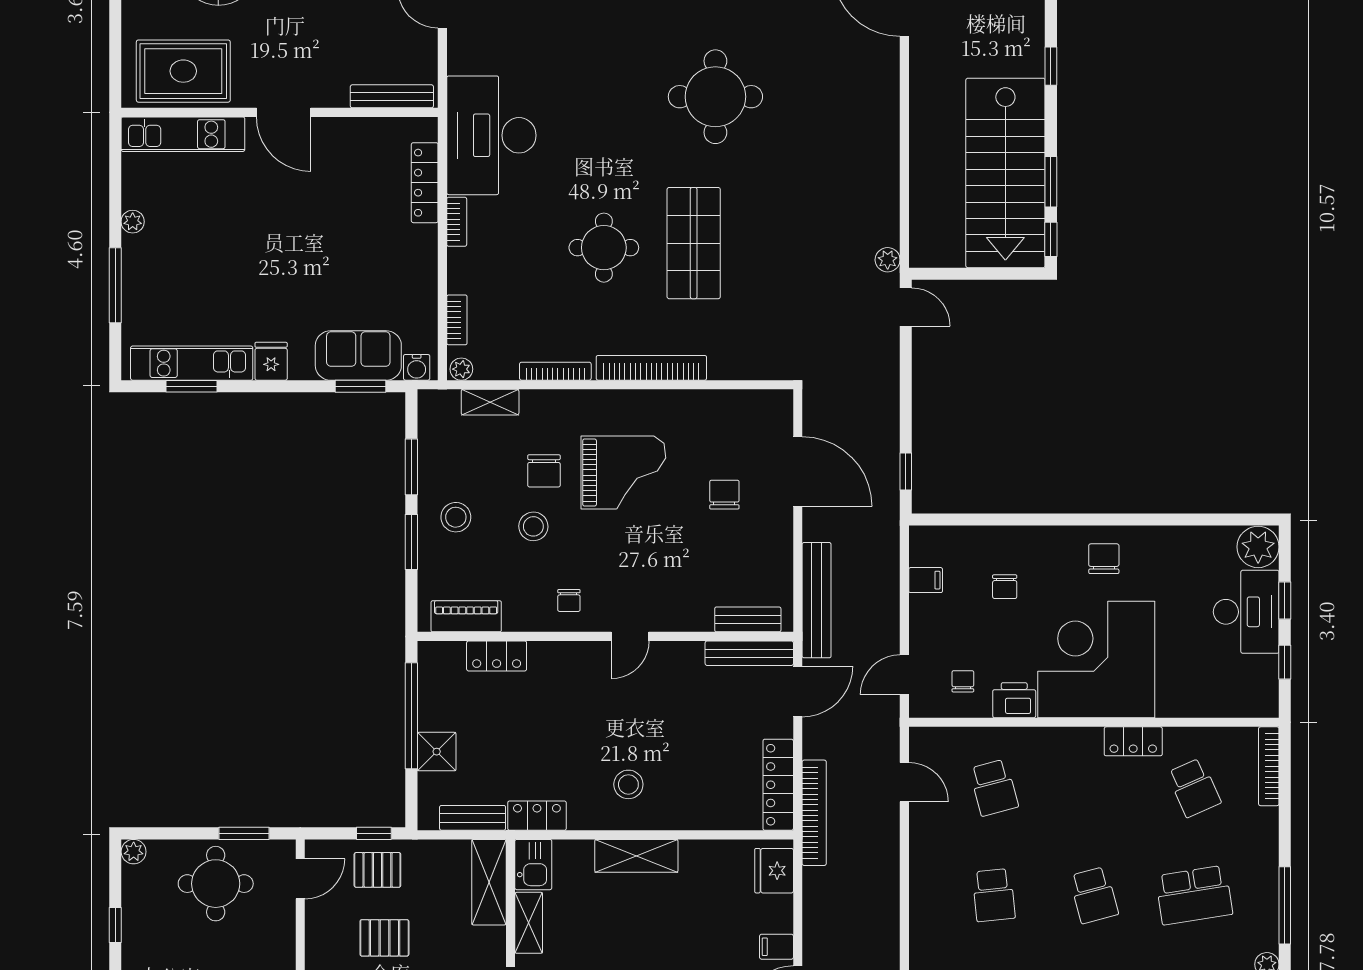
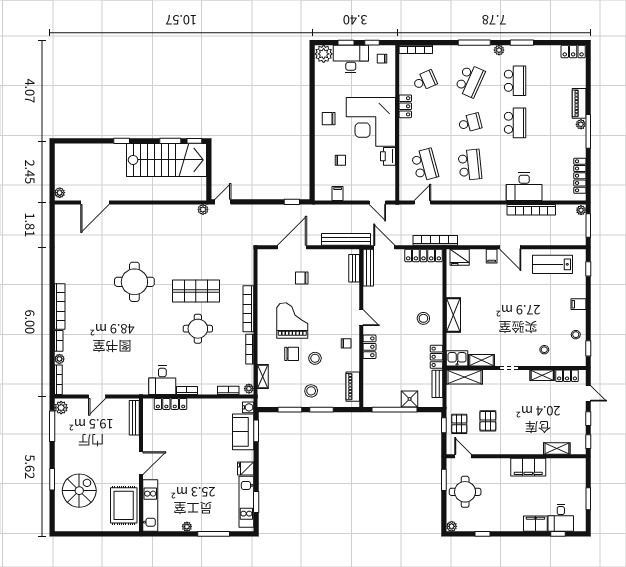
desk: (491, 135) -> (162, 380), width x0.53, depth x0.77
locker: (497, 656) -> (369, 347), moved
chair: (963, 681) -> (382, 59), moved
school desk: (994, 788) -> (425, 165), width x1.85
school desk: (994, 895) -> (470, 165), width x1.85
school desk: (1194, 895) -> (470, 81), turned 33

